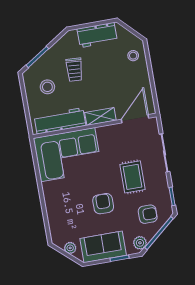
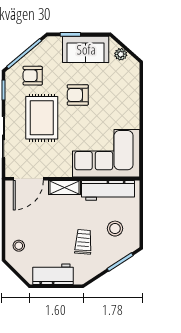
rug: (133, 177) -> (42, 118), width x1.36, depth x1.43
armchair: (103, 204) -> (78, 95), turned 90
plant: (140, 243) -> (46, 47), removed

